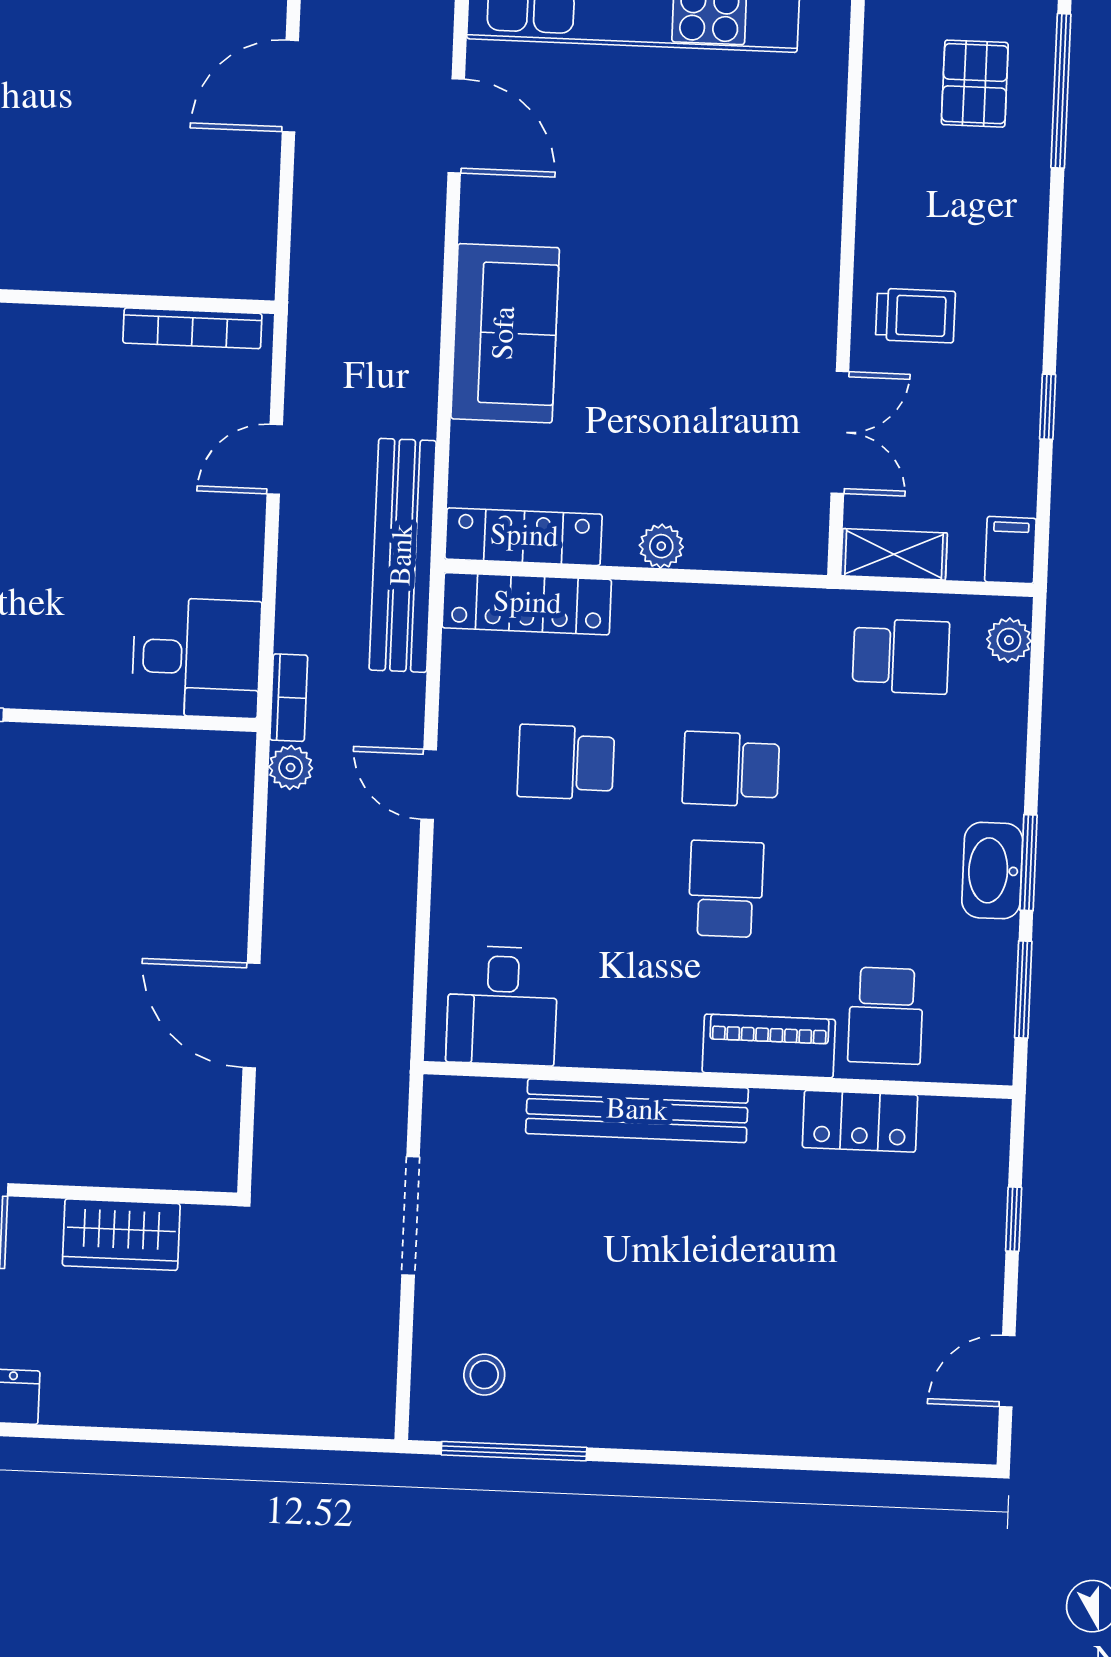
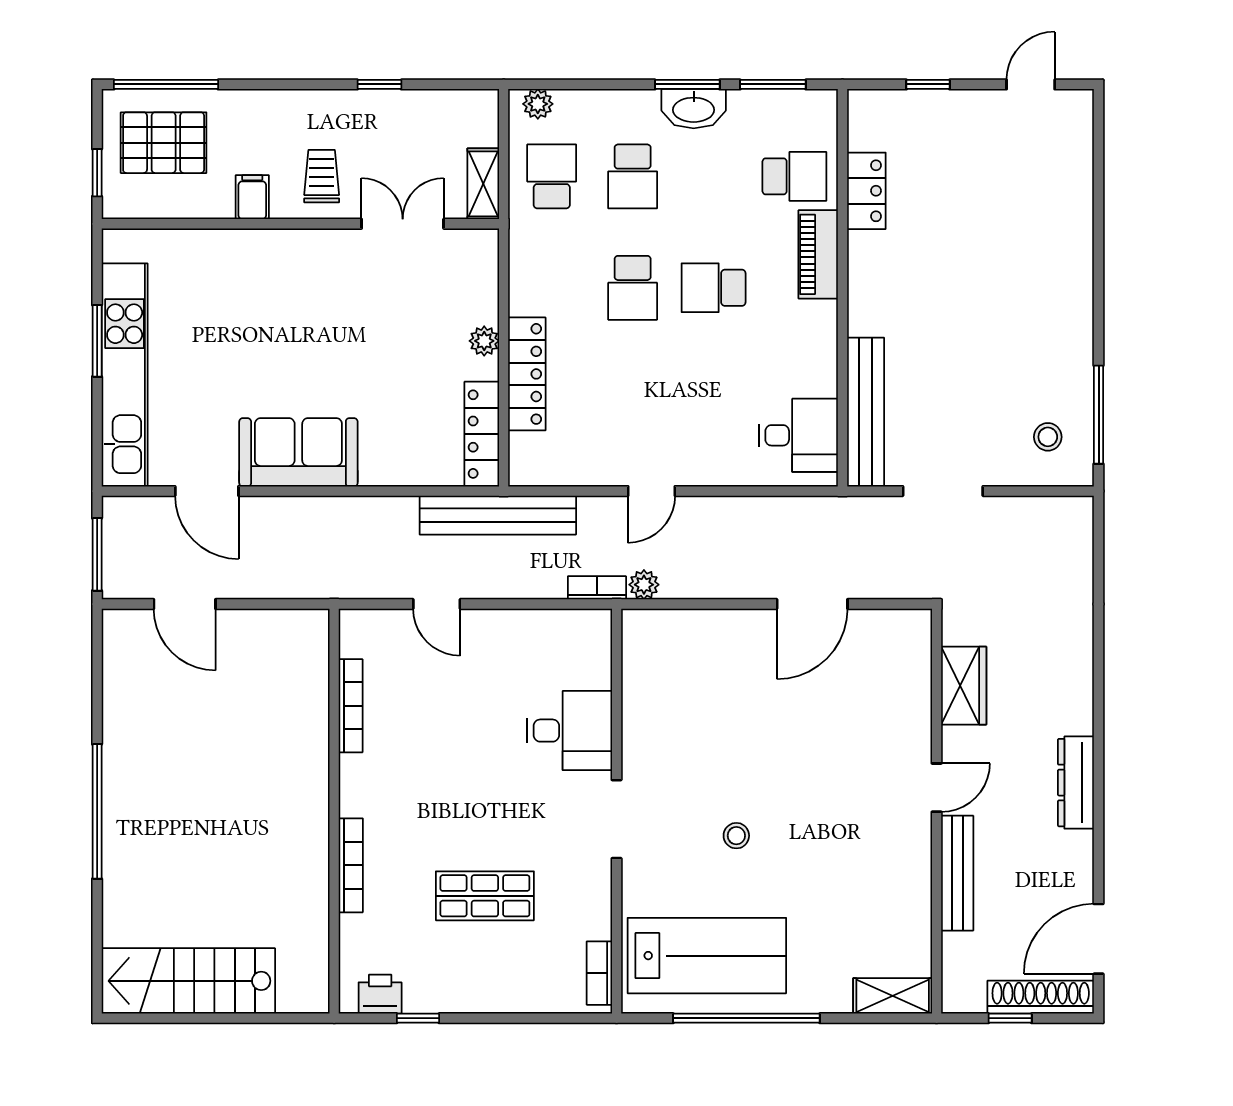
pallet: (975, 84) -> (164, 143), width x1.50, depth x1.42
door: (456, 126) -> (207, 491), swing flipped
bookcase: (192, 328) -> (351, 706), moved
sofa: (505, 333) -> (298, 452), moved
filing cabinet: (1010, 550) -> (252, 197), moved, turned 90
locker: (527, 604) -> (527, 374), moved
desk: (196, 658) -> (569, 731), moved, turned 90
school desk: (566, 762) -> (633, 176), moved
bench: (637, 1111) -> (866, 412), moved
door: (1007, 1371) -> (1031, 84), swing flipped

